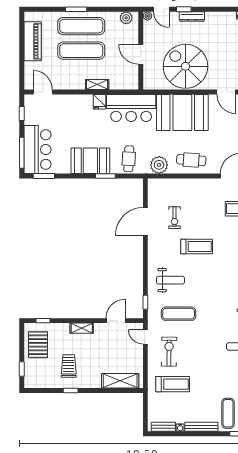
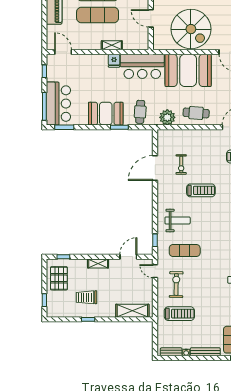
spiral stairs: (185, 66) -> (191, 29), turned 180
trolley: (69, 366) -> (86, 297), turned -90

